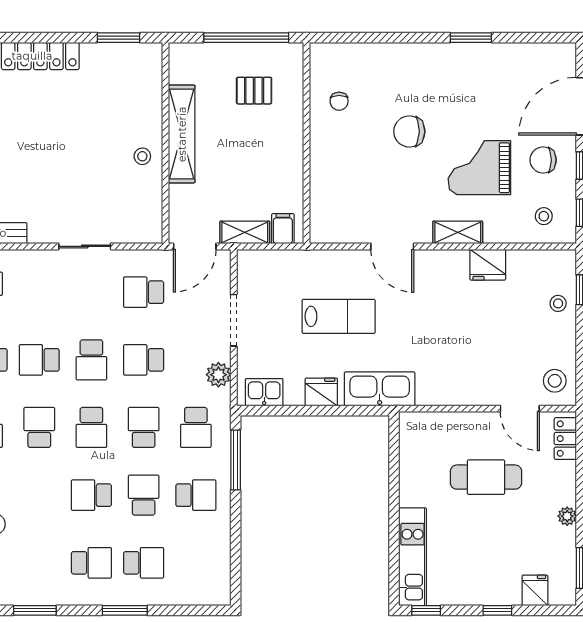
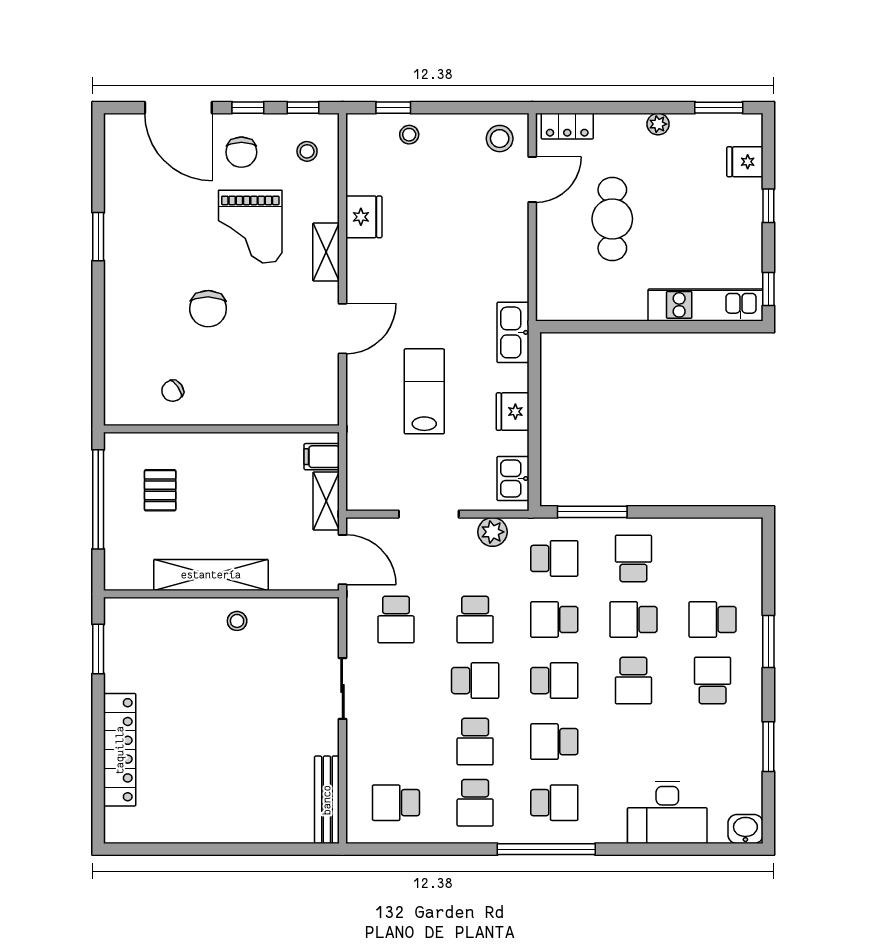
chair: (339, 101) -> (173, 391), turned 146
kitchen sink: (380, 389) -> (513, 332), width x0.73, depth x0.81
school desk: (144, 563) -> (713, 619), turned -90

